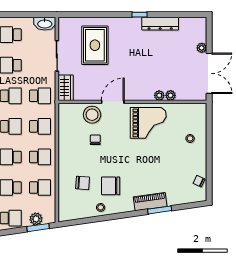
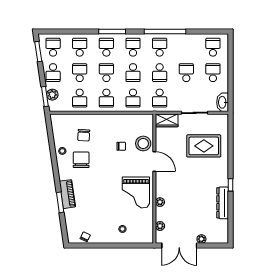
plant: (171, 95) -> (160, 226), moved

